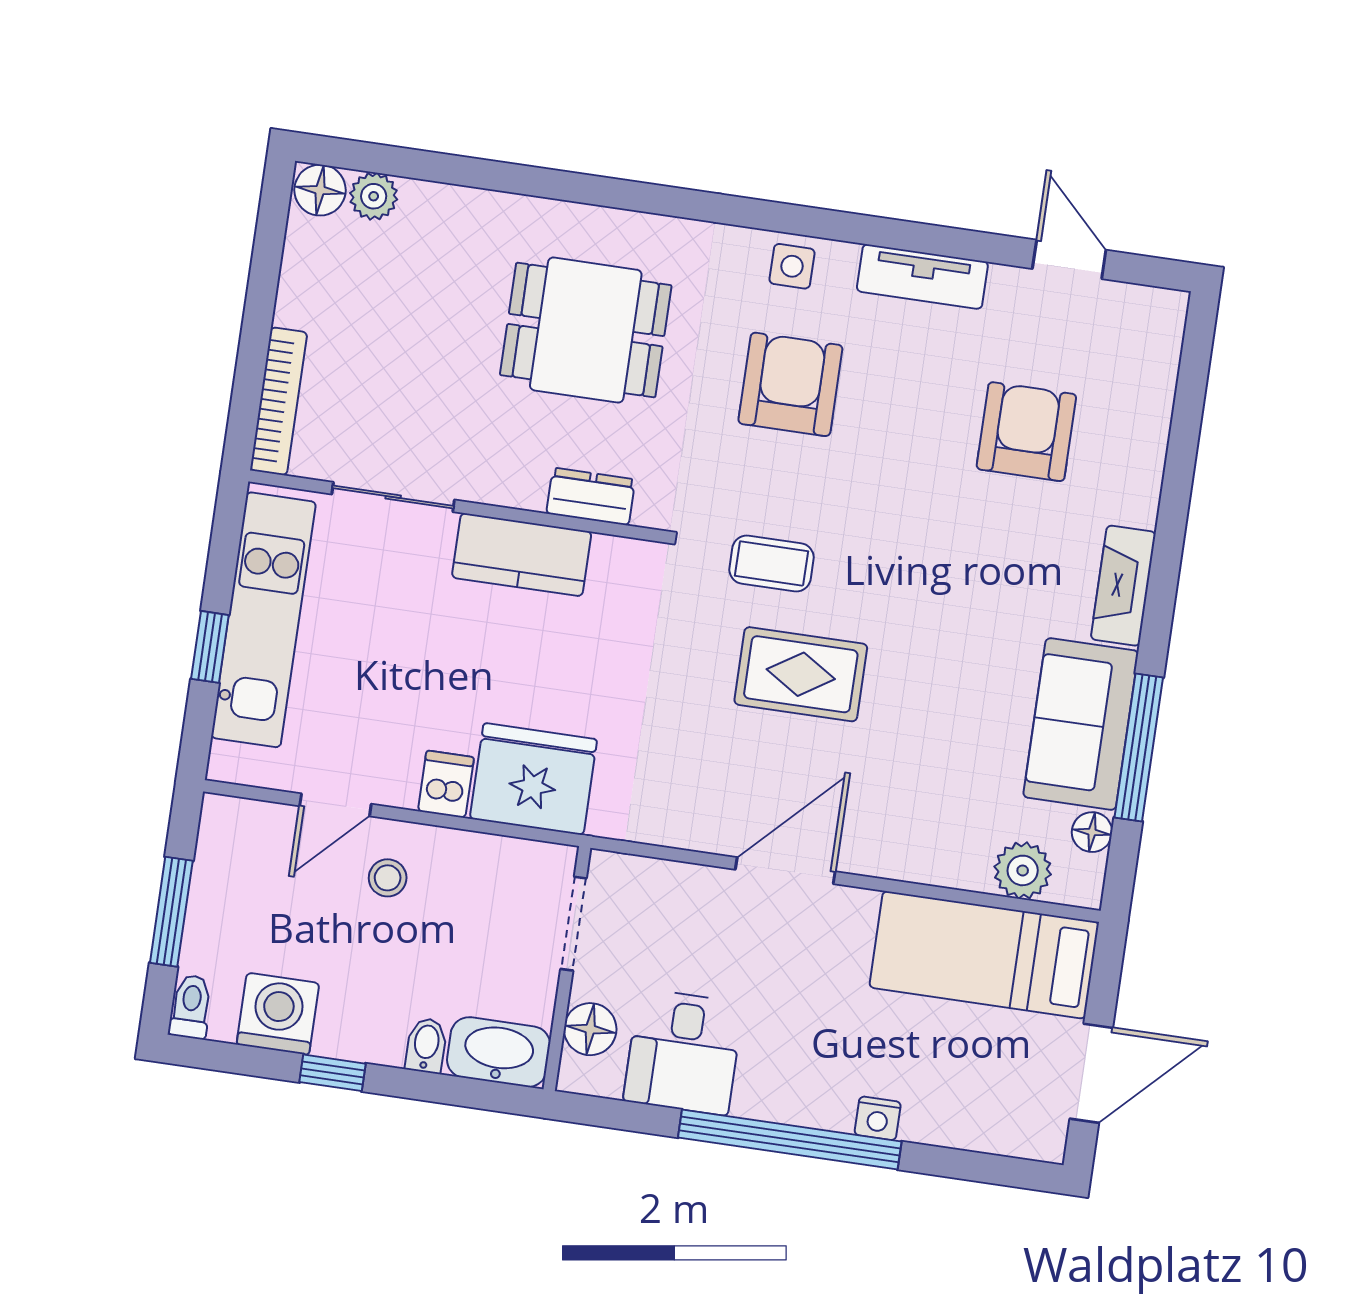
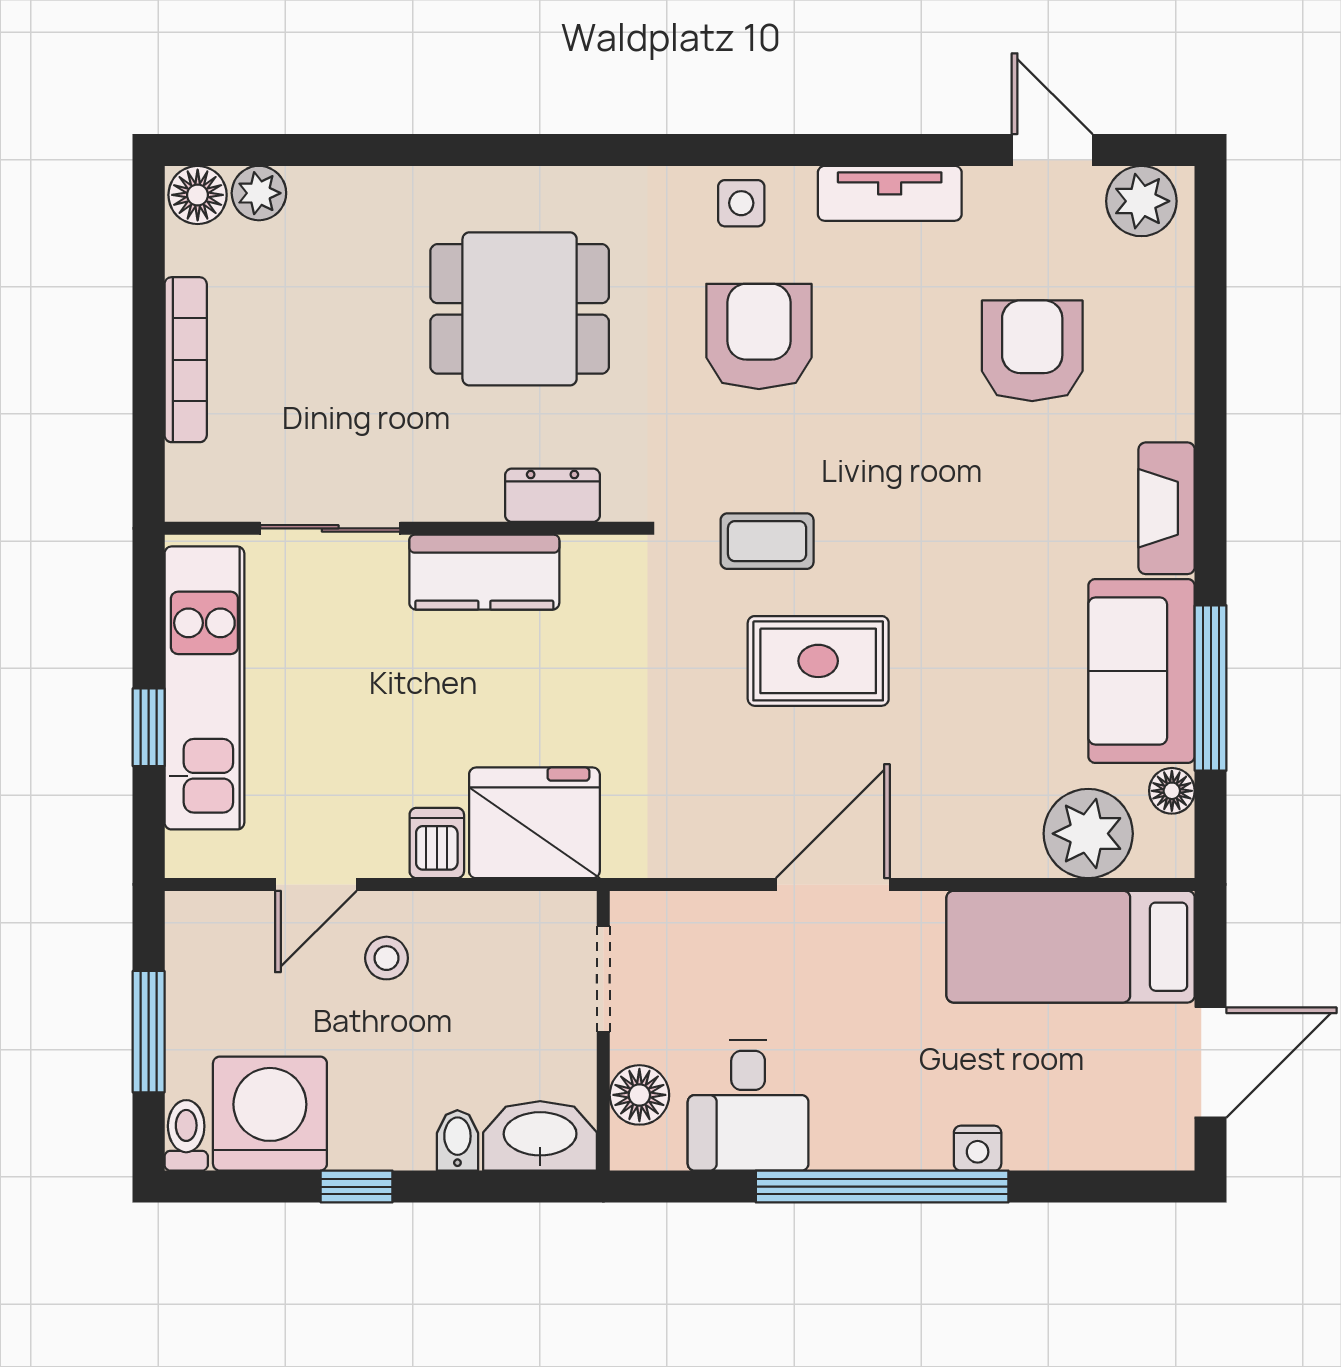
plant: (1140, 315) -> (1141, 201), added
bookcase: (279, 401) -> (186, 360), moved
plant: (1023, 870) -> (1088, 834), width x1.36, depth x1.36
washing machine: (278, 1014) -> (270, 1114), width x1.37, depth x1.37

